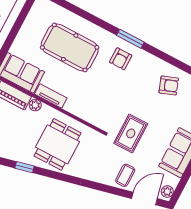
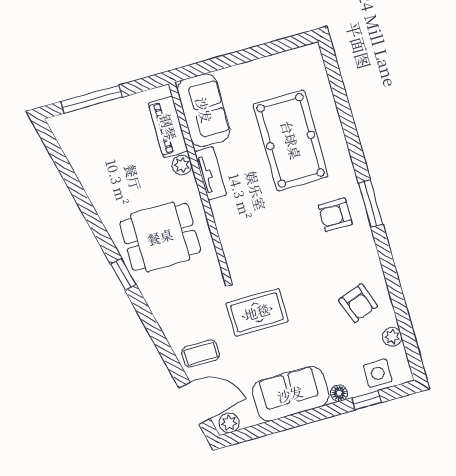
window: (25, 167) -> (123, 274), moved

